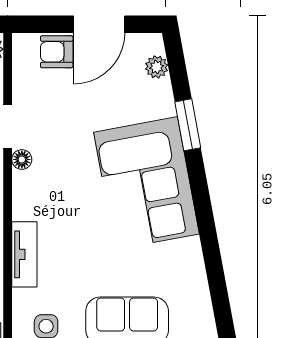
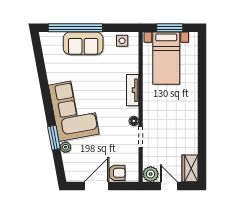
plant: (157, 67) -> (66, 147), moved
tv unit: (24, 254) -> (133, 90), moved

